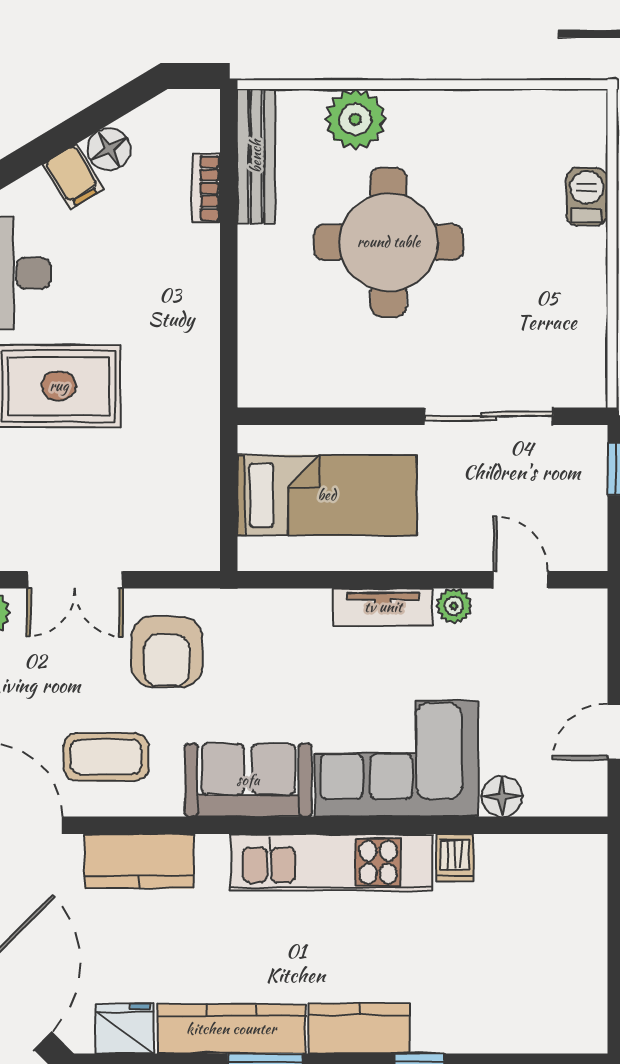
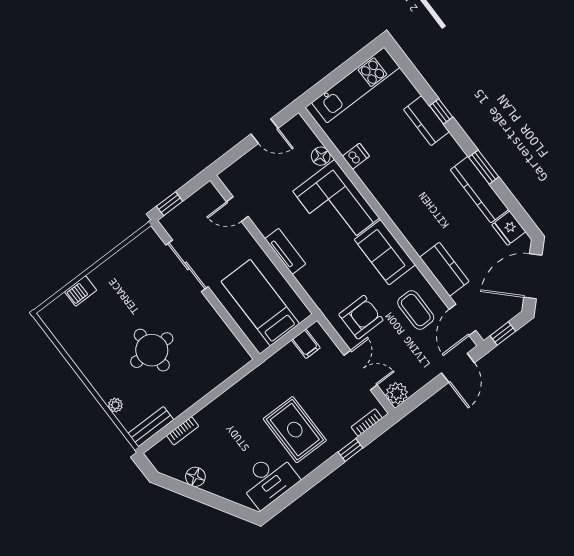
plant: (355, 119) -> (115, 405), width x0.53, depth x0.53
bench: (256, 156) -> (151, 427), width x0.73
filing cabinet: (73, 177) -> (306, 344), moved, turned 121
round table: (389, 242) -> (152, 350), width x0.73, depth x0.73
door: (521, 580) -> (237, 209), hinge flipped
plant: (454, 606) -> (265, 226), removed
kitchen unit: (332, 862) -> (356, 85), moved, turned 90
kitchen counter: (359, 1028) -> (426, 121), moved

